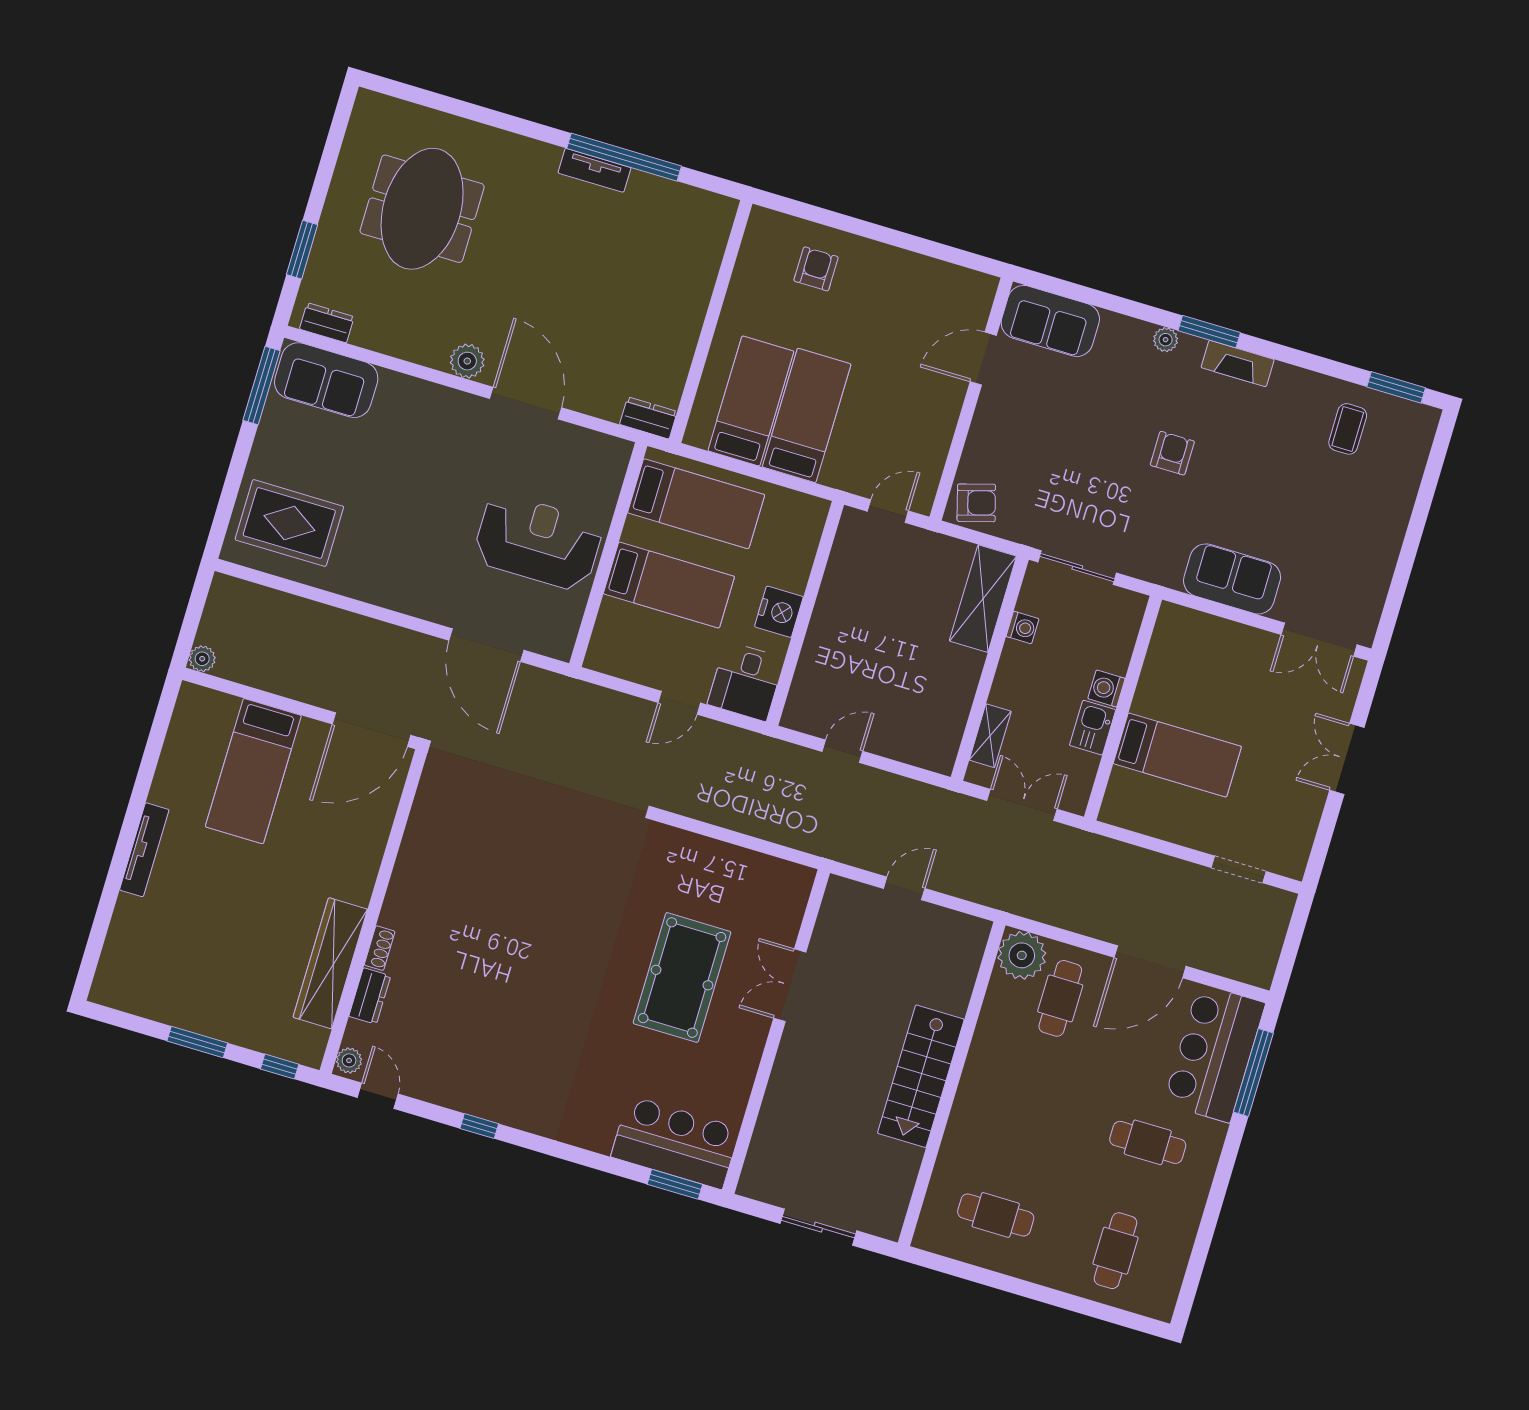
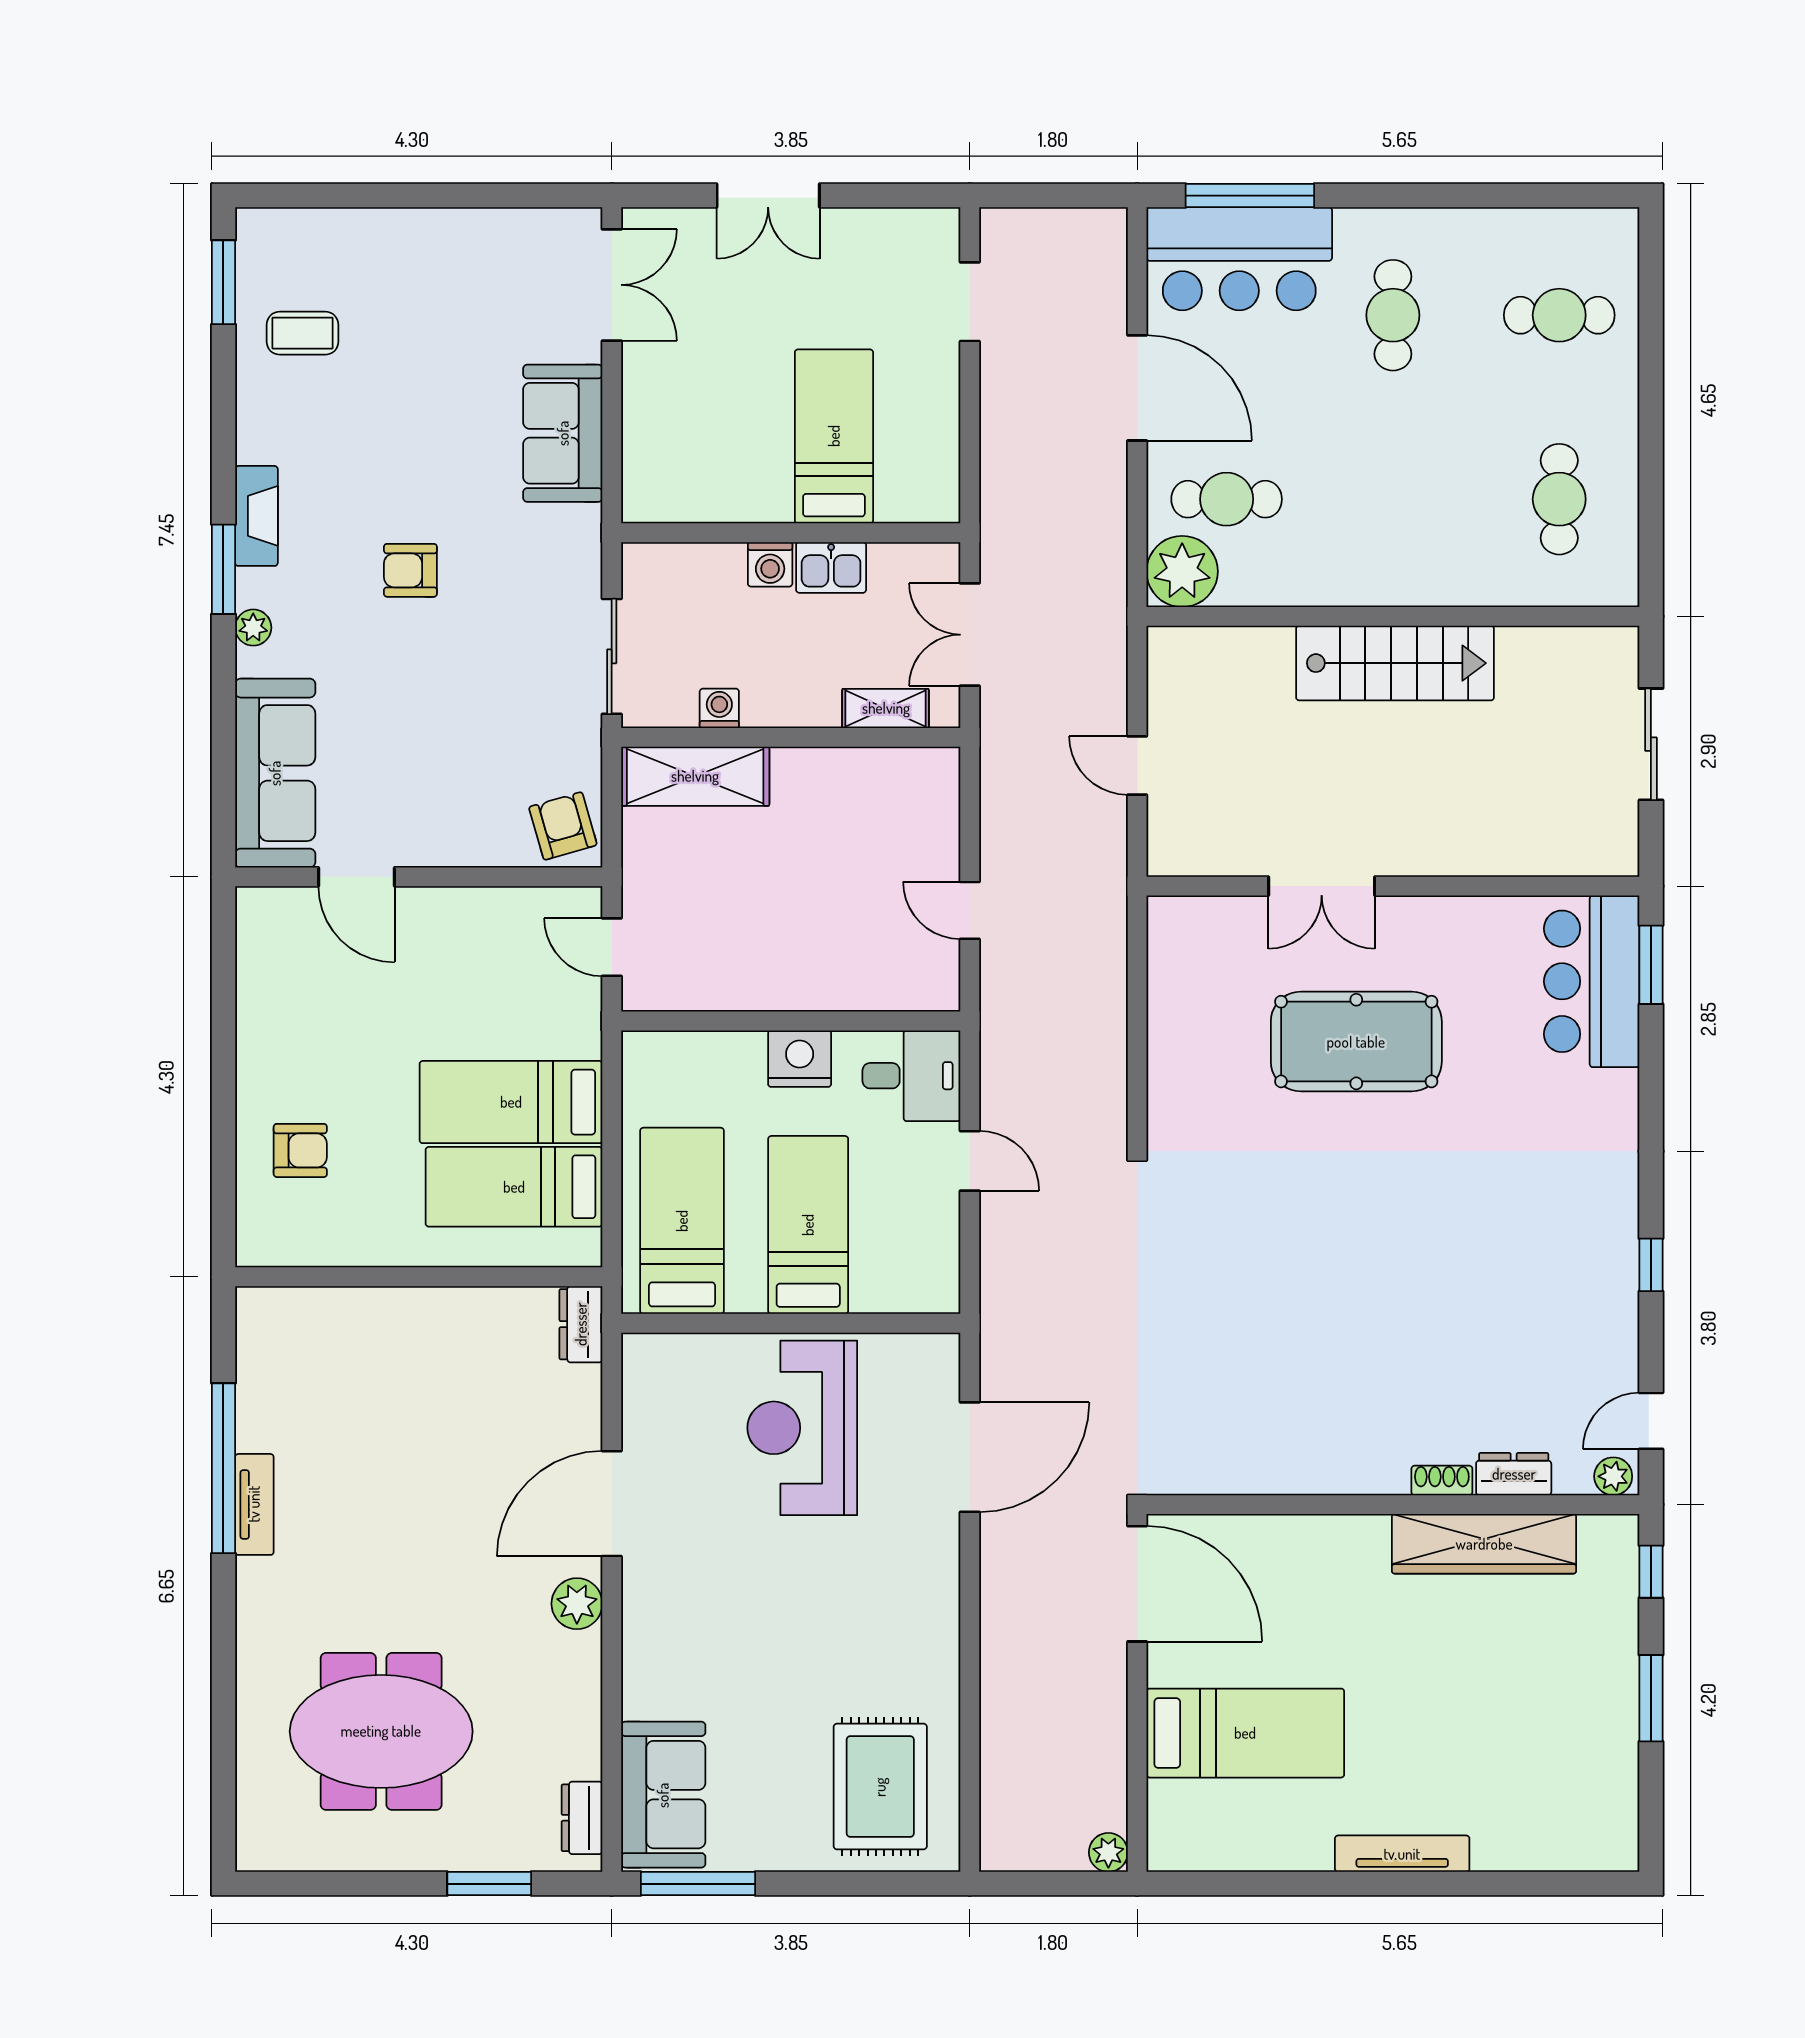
armchair: (816, 269) -> (300, 1150), turned 180
sofa: (1050, 321) -> (275, 773), width x1.36

